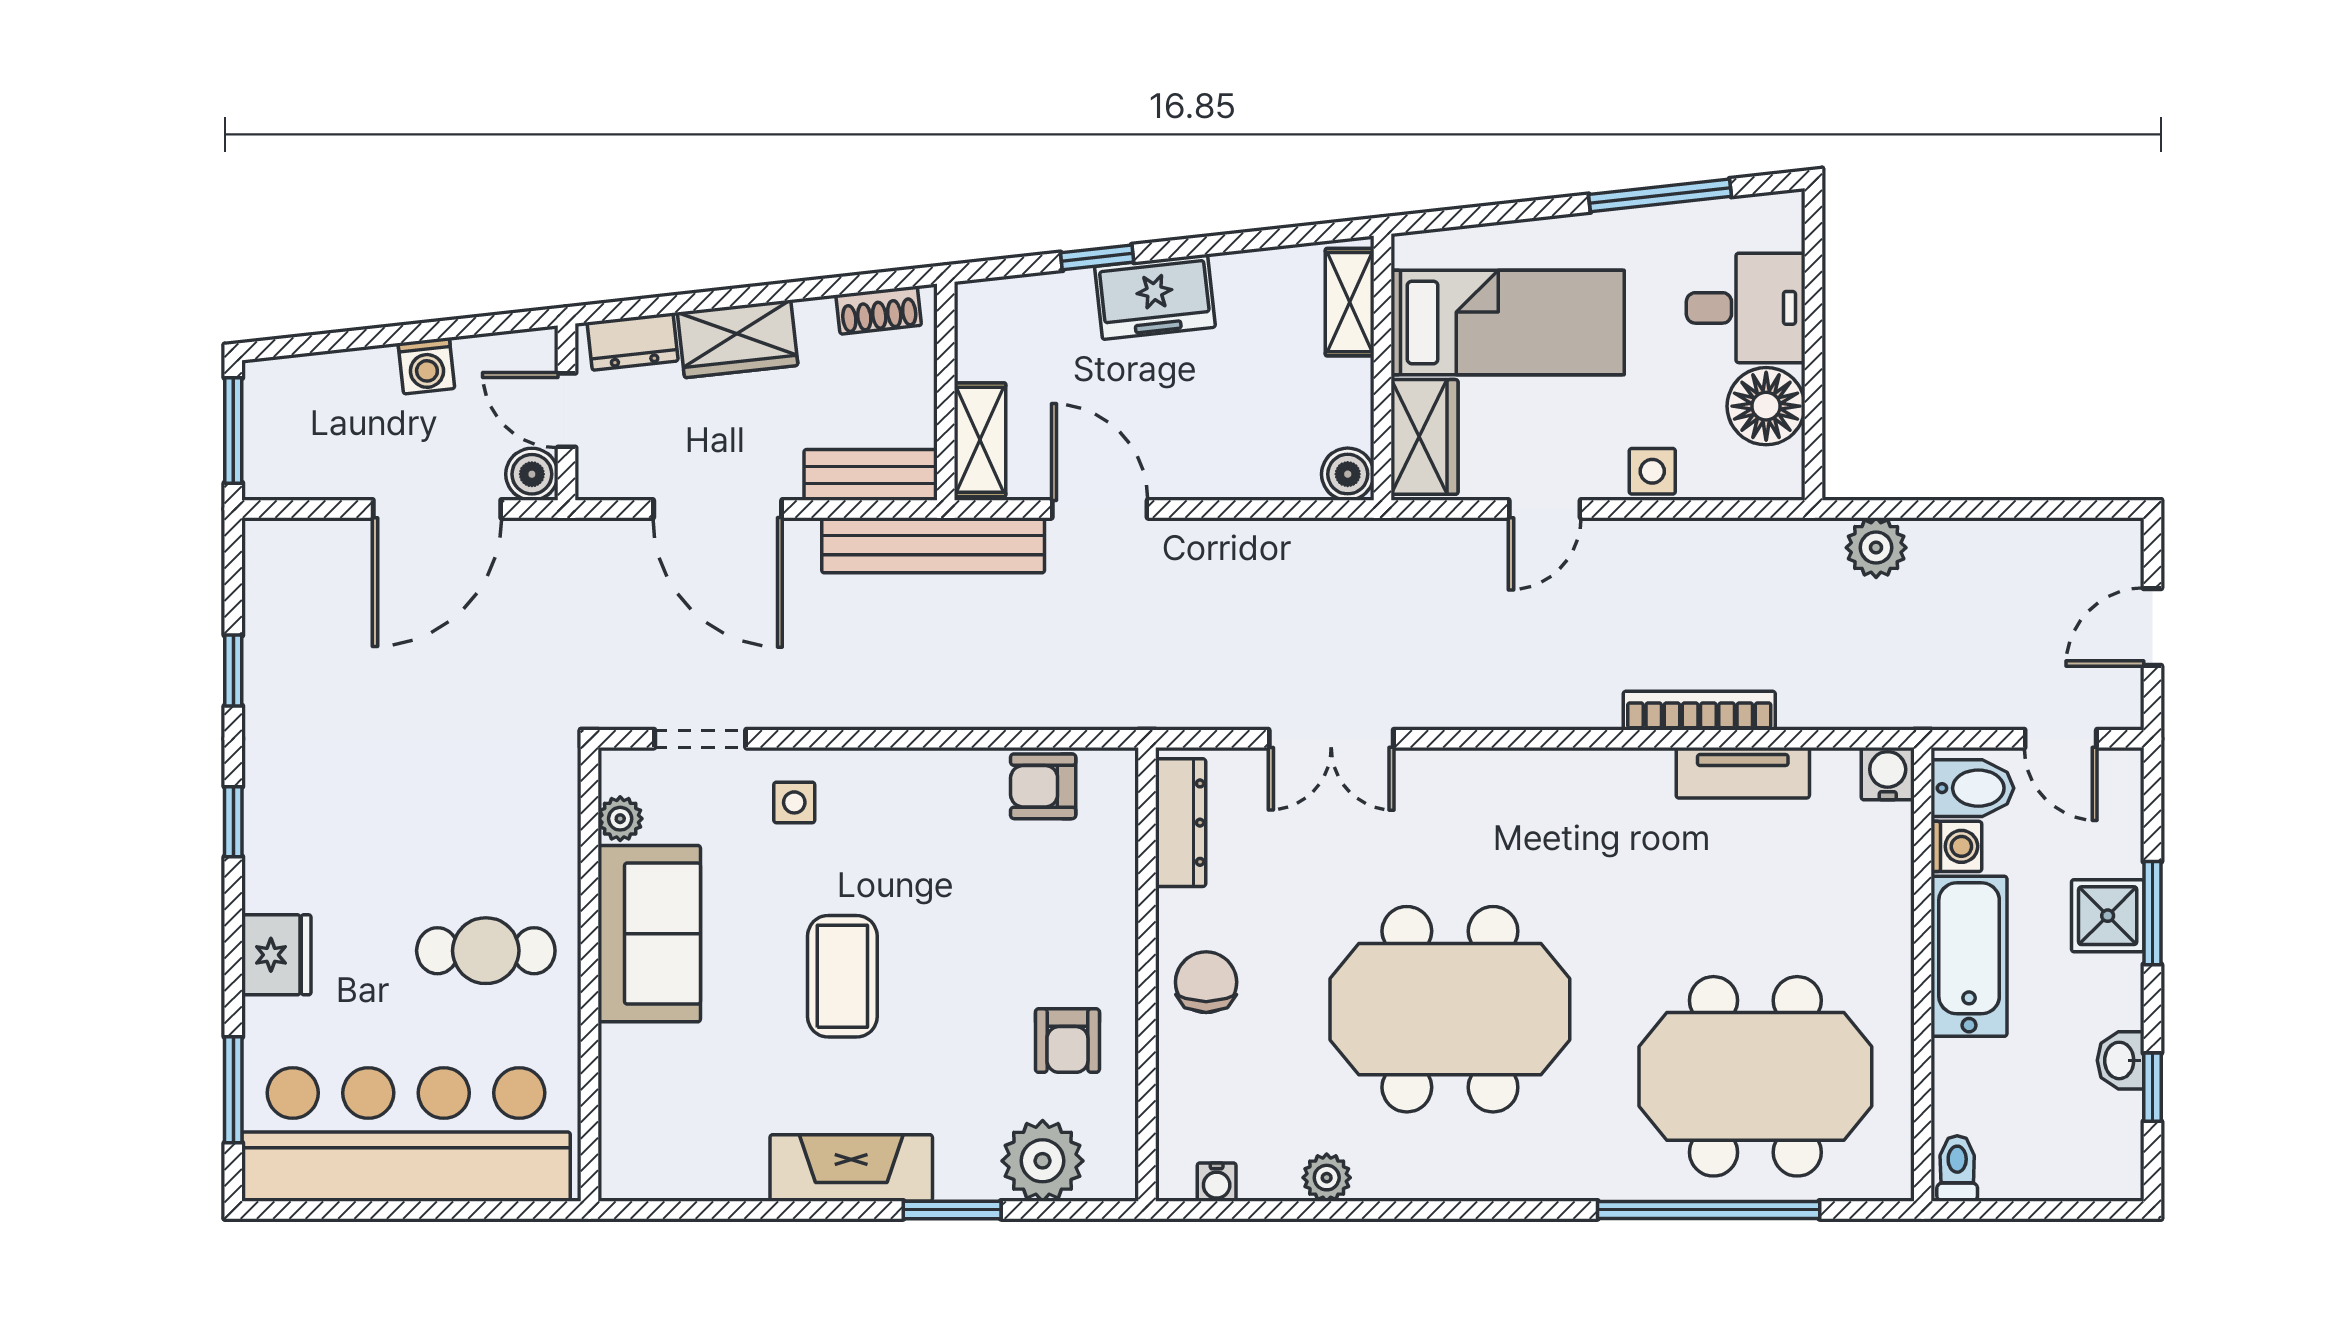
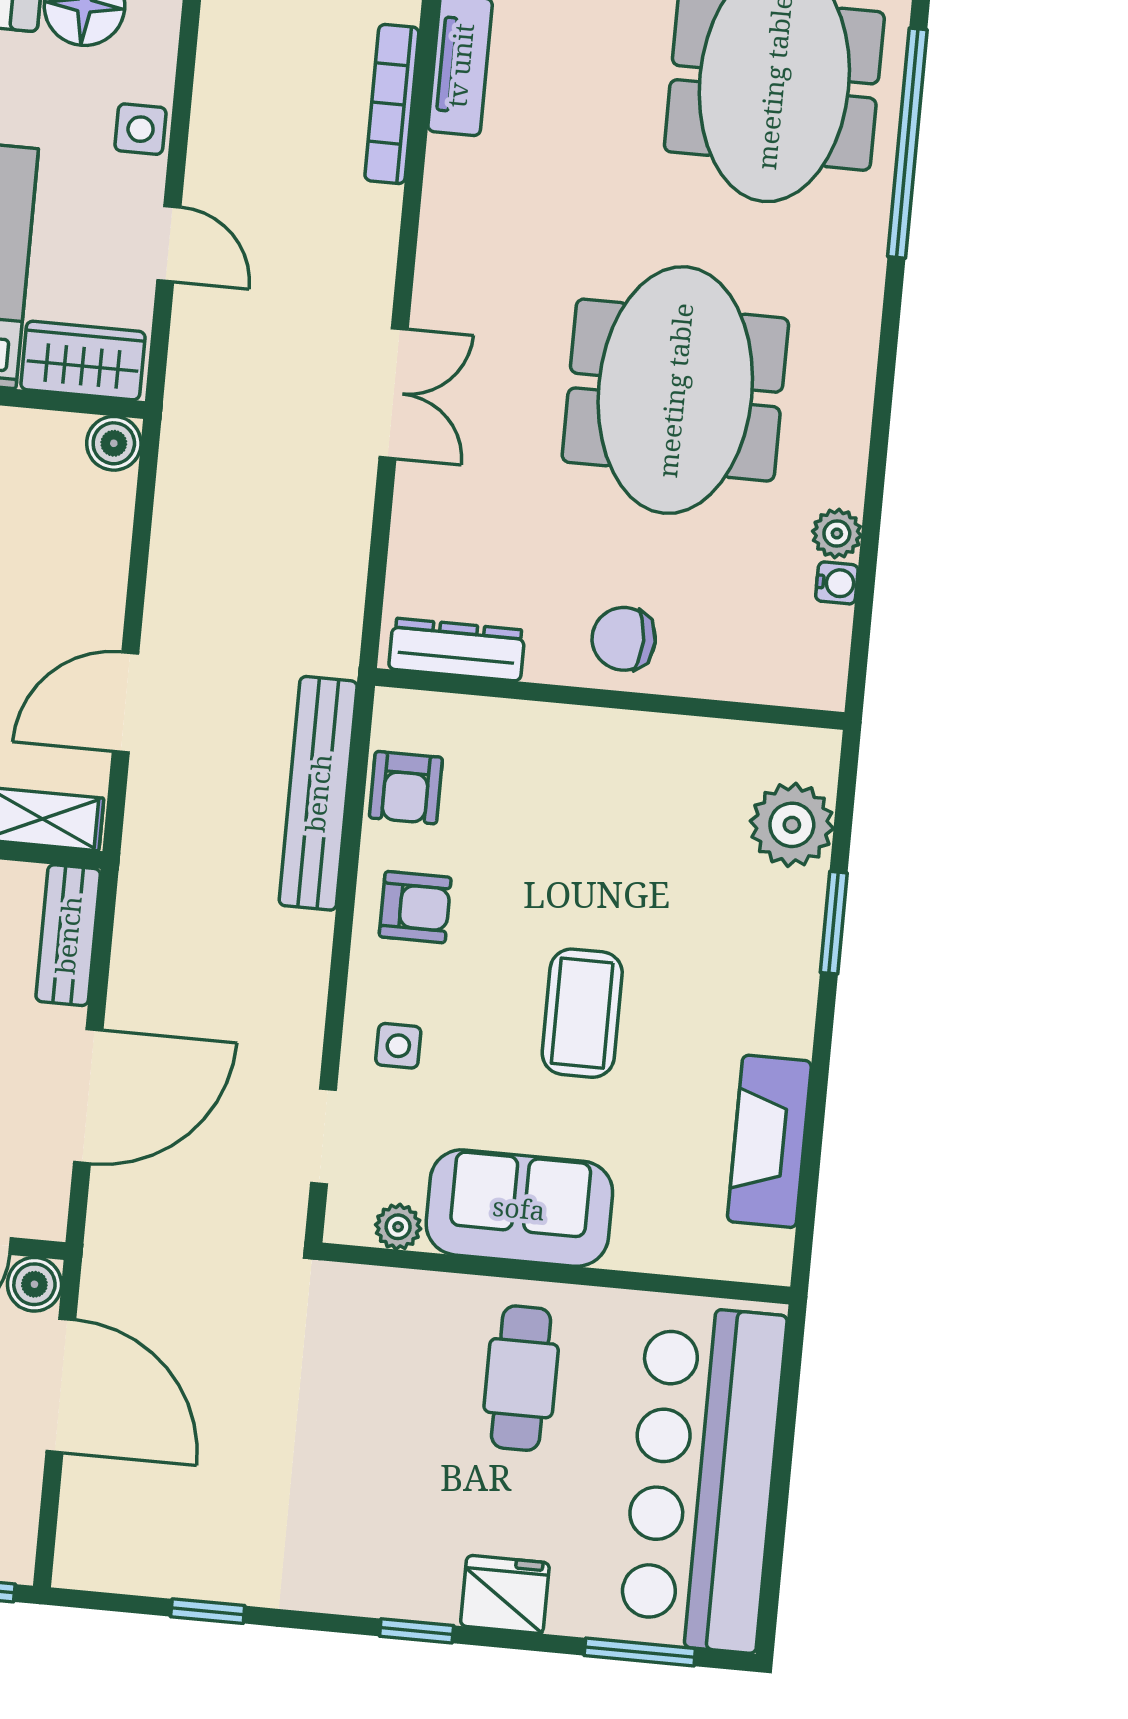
bench: (933, 545) -> (318, 793), moved
double door: (1331, 739) -> (394, 393), moved
window: (233, 822) -> (417, 1631), moved
coffee table: (842, 976) -> (582, 1013), turned 90
armchair: (1067, 1041) -> (415, 907), moved
fireplace: (851, 1168) -> (769, 1141), moved
water cooler: (1217, 1182) -> (837, 583), moved

